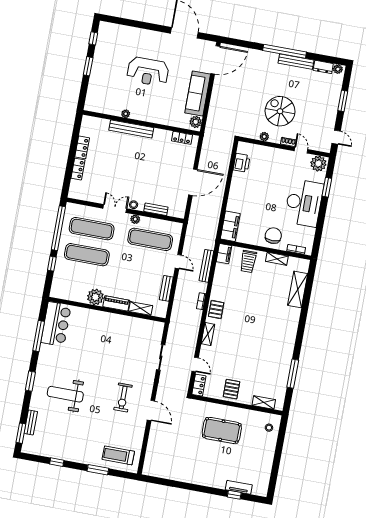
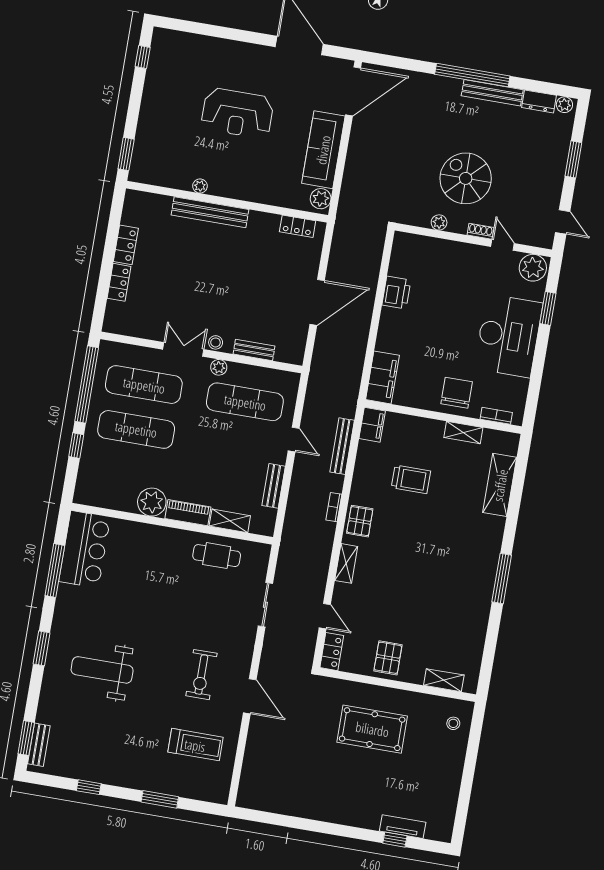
window: (88, 66) -> (126, 154), moved
printer: (242, 163) -> (396, 293), moved
trolley: (248, 261) -> (411, 479), moved, turned -90
cafe table: (133, 328) -> (217, 556), added
window: (293, 374) -> (502, 579), moved
bench: (31, 422) -> (39, 745), moved
treadmill: (118, 455) -> (195, 745), moved, turned 180

